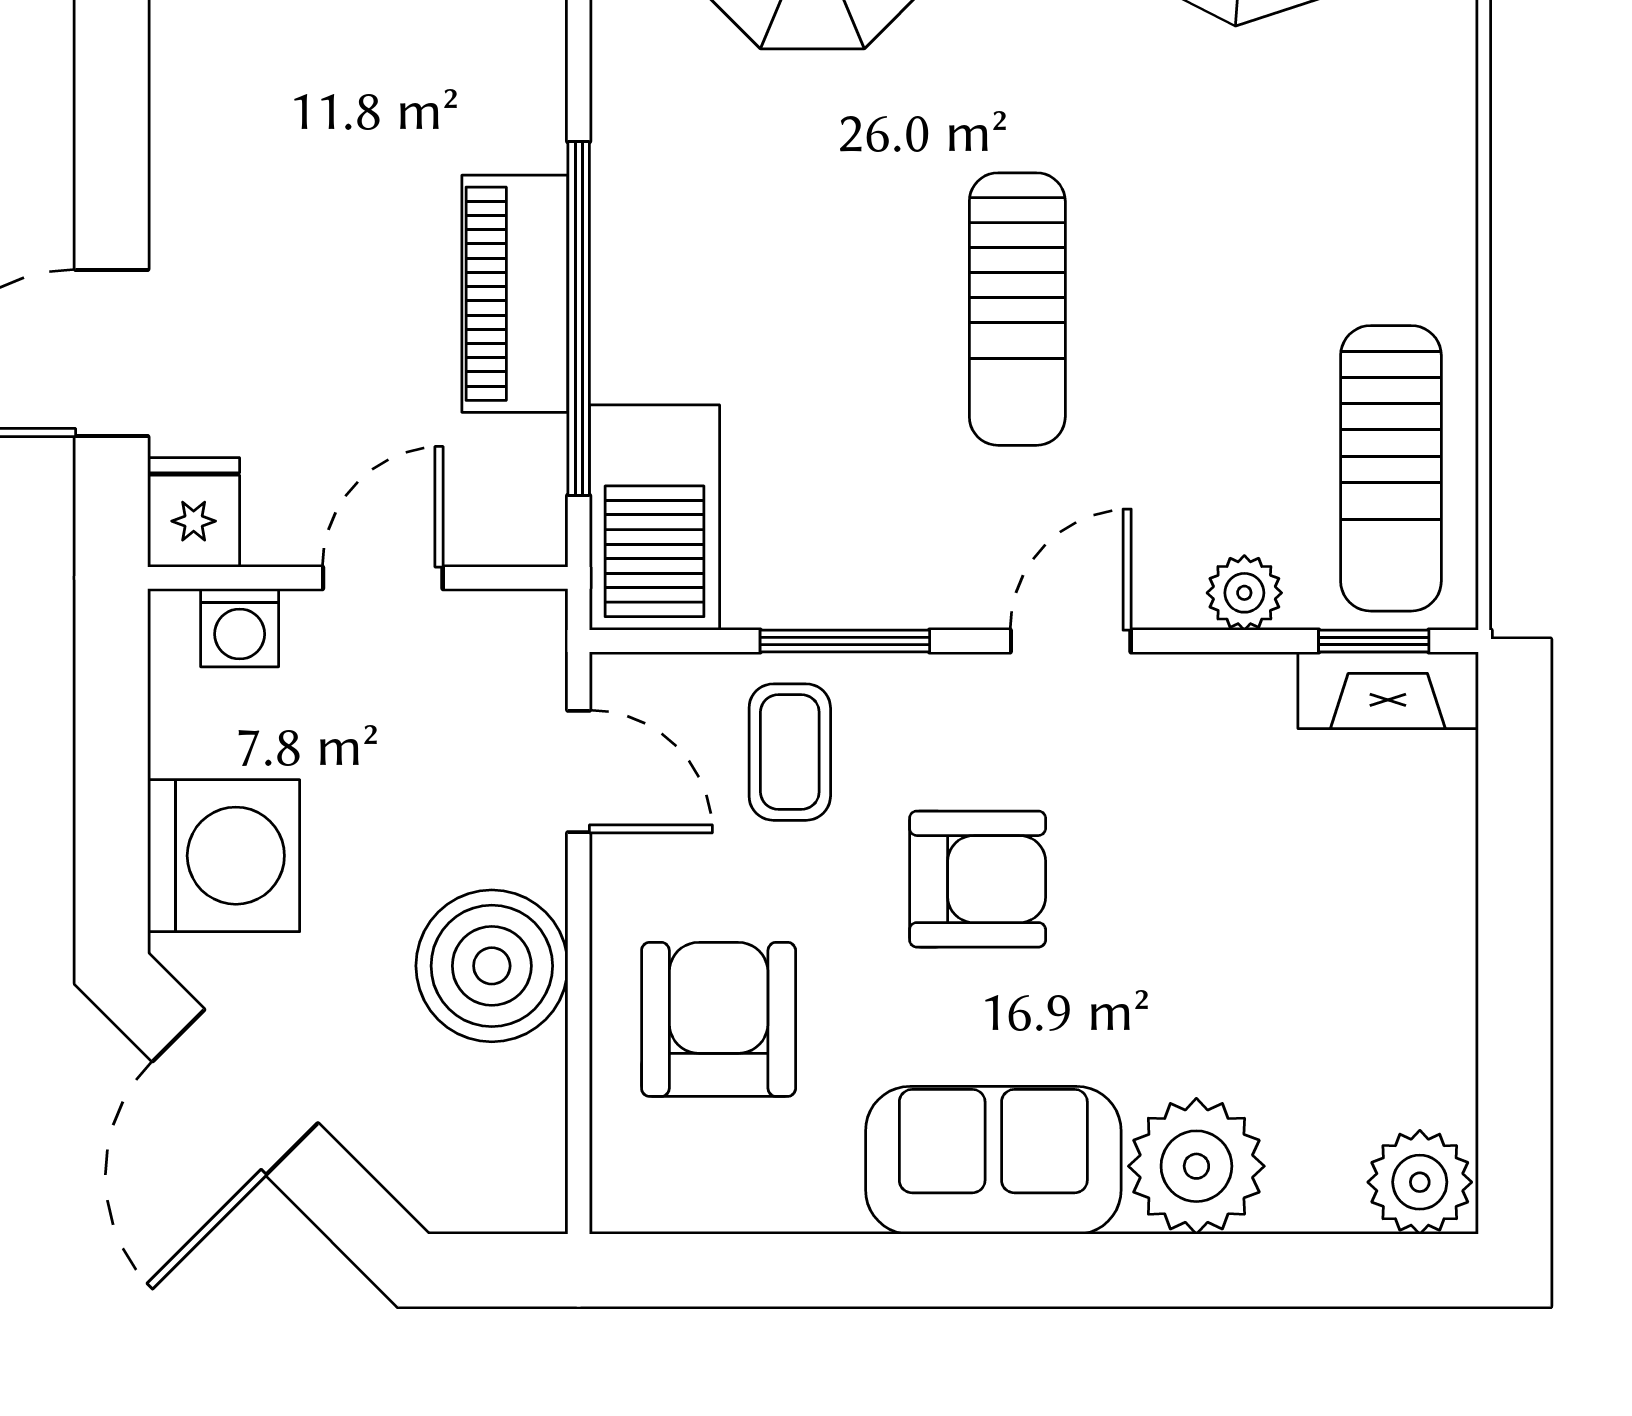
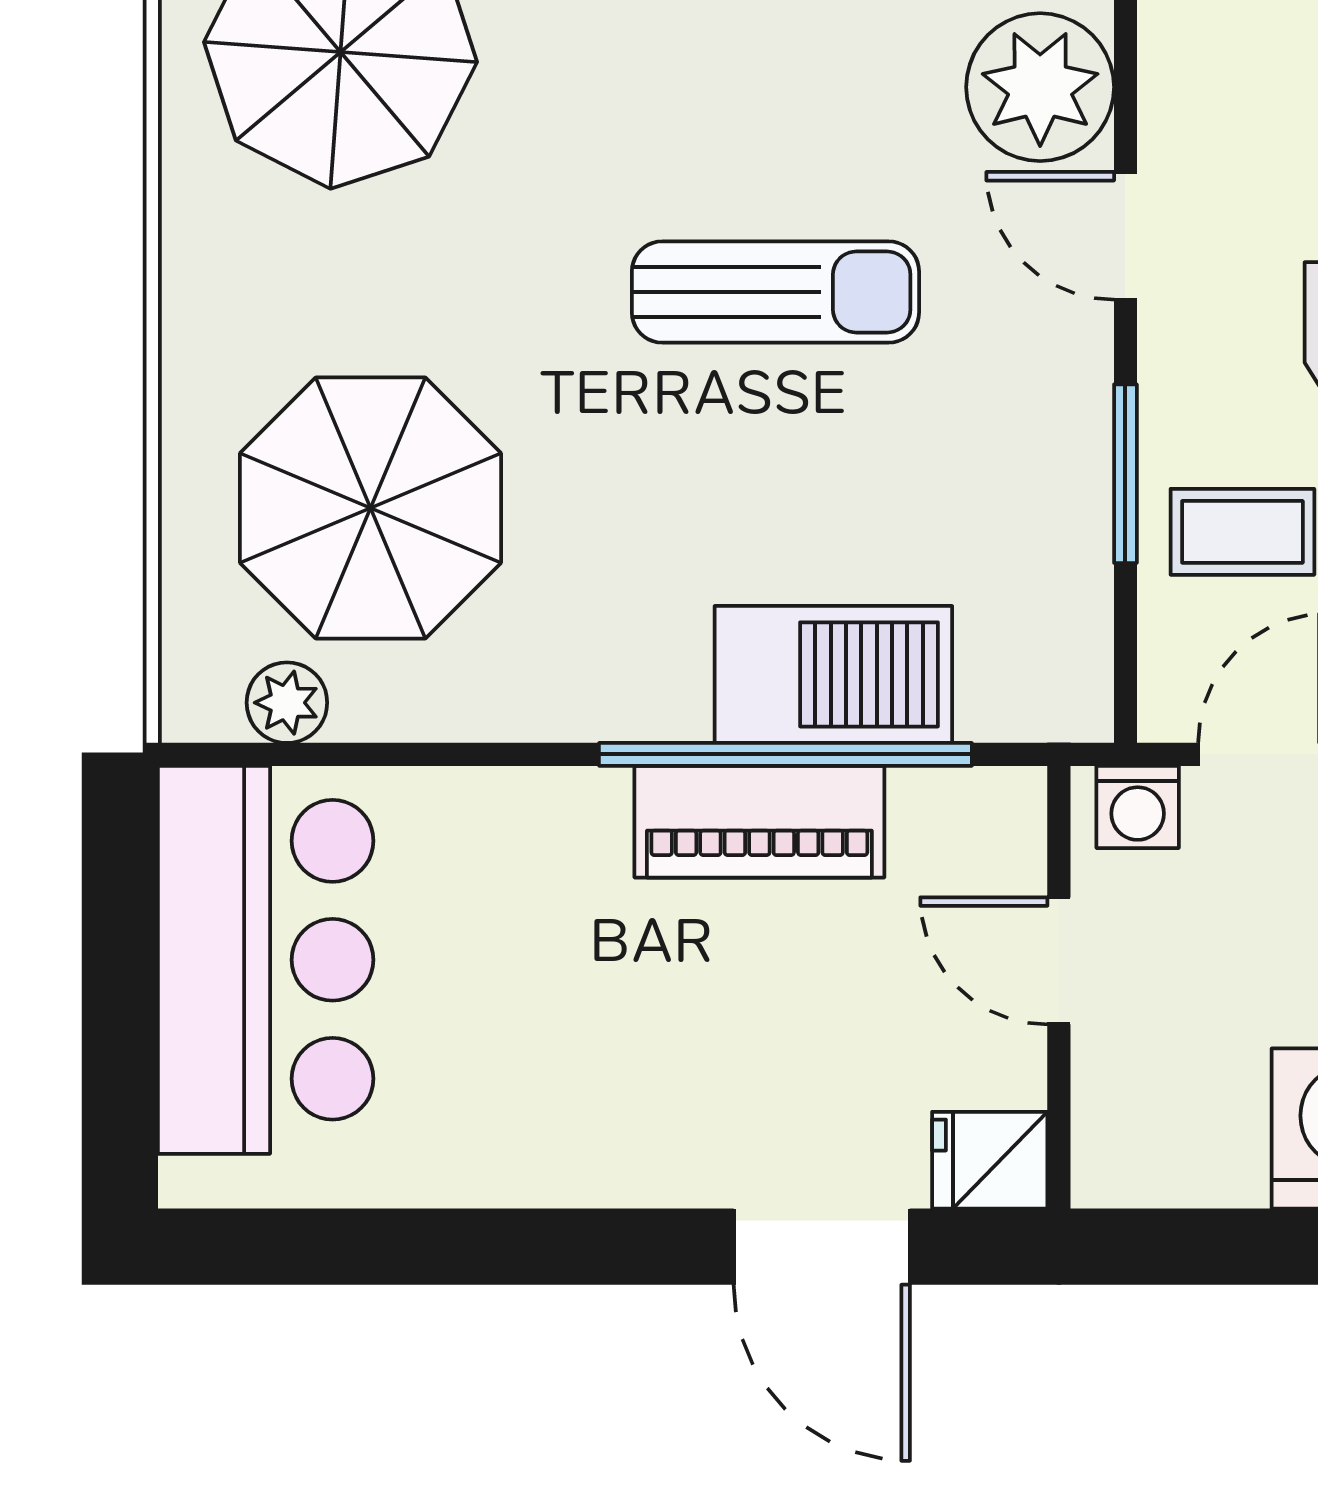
barbecue: (654, 517) -> (833, 674), moved
plant: (1244, 593) -> (1040, 87), width x1.88, depth x1.88
washing machine: (240, 628) -> (1138, 807), moved, turned 90

